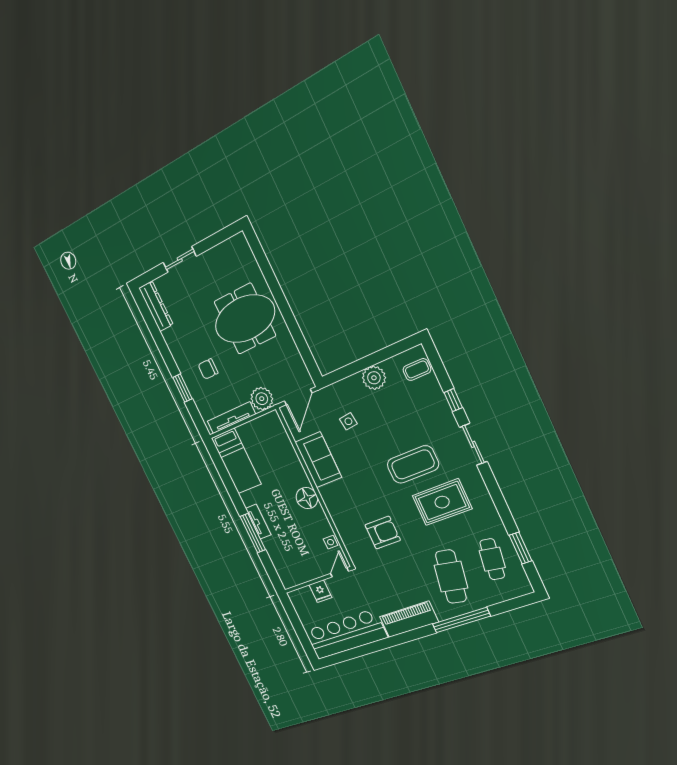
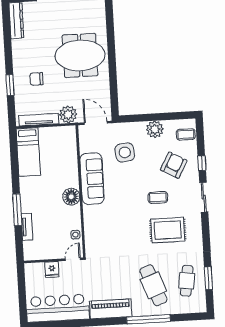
door: (298, 397) -> (96, 123), swing flipped
side table: (348, 421) -> (125, 152), width x1.87, depth x1.87
sofa: (318, 460) -> (92, 179), width x1.36
coffee table: (413, 464) -> (158, 197), width x0.54, depth x0.58
tv unit: (258, 522) -> (27, 227), moved
armchair: (383, 533) -> (174, 165), moved, turned -61
cafe table: (451, 577) -> (153, 285), turned -30

